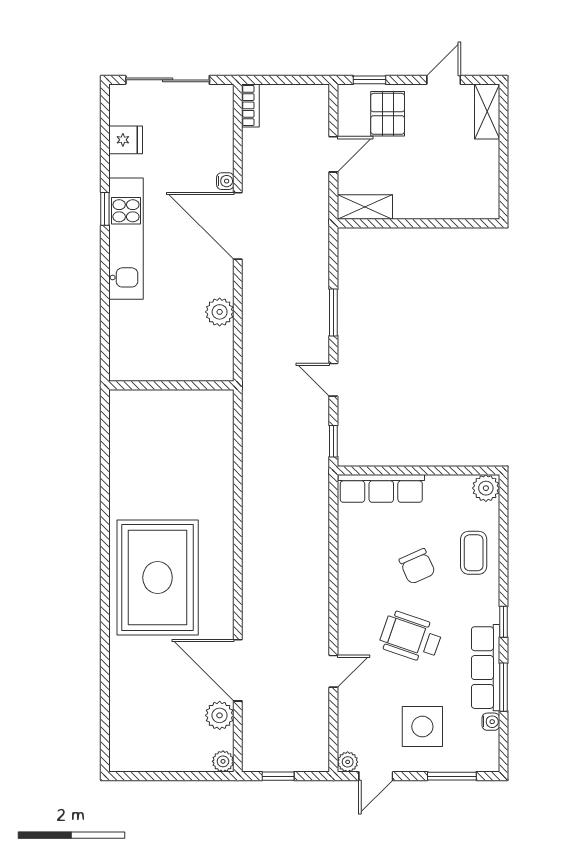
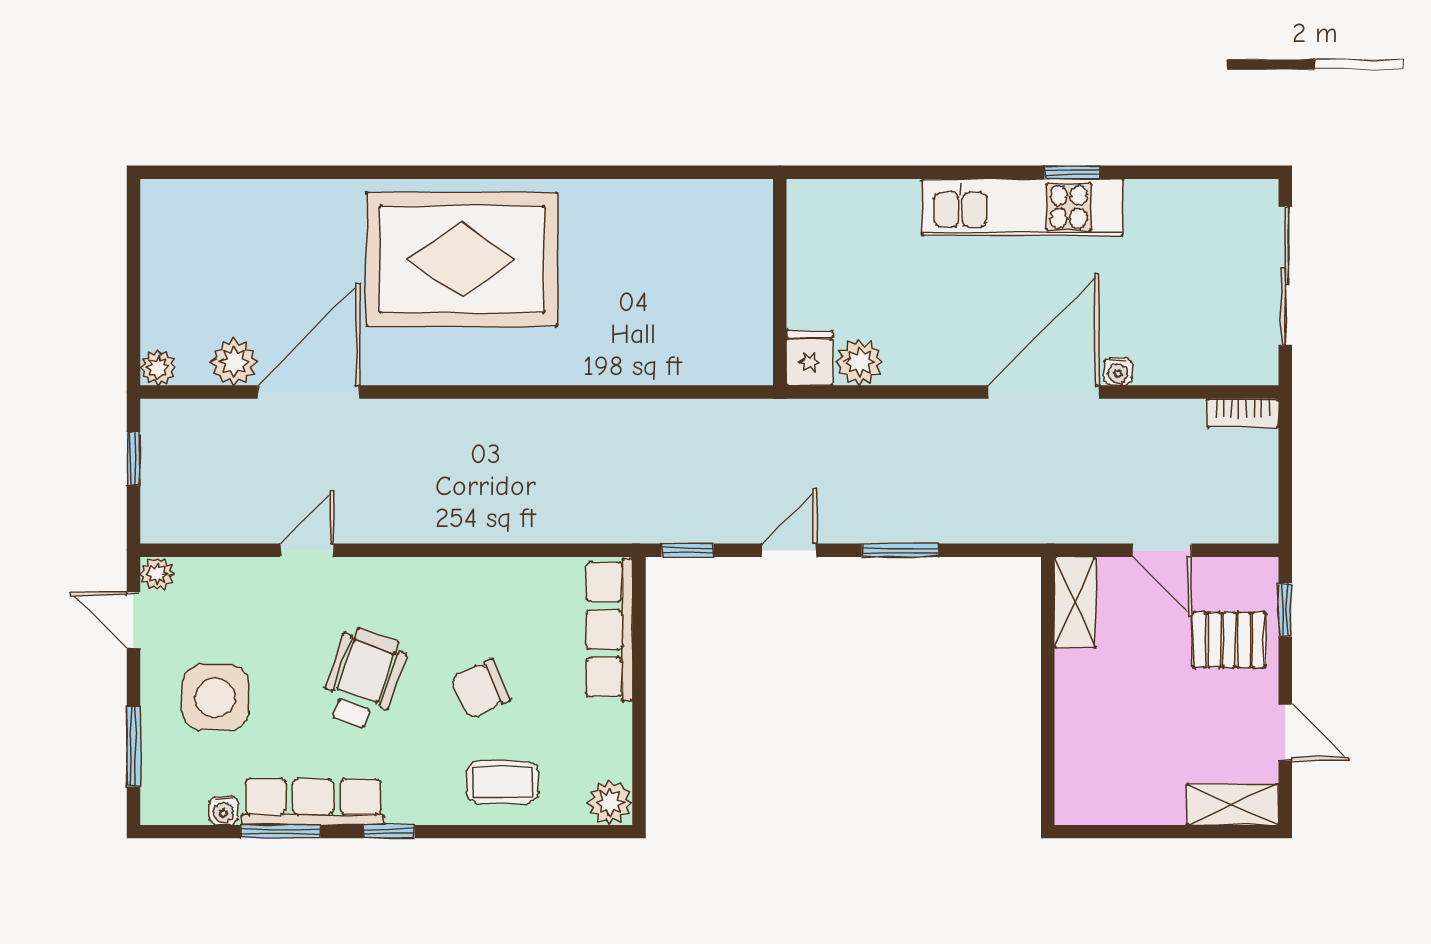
fridge: (126, 140) -> (809, 358), moved, turned 180
plant: (220, 312) -> (860, 362), moved
door: (333, 671) -> (307, 550), swing flipped

